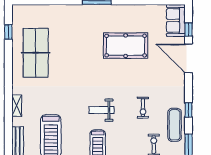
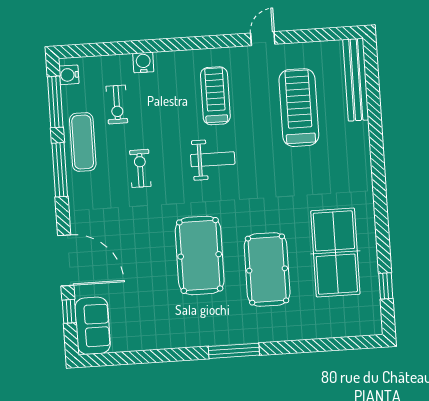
pool table: (75, 46) -> (267, 269), added
pool table: (126, 46) -> (200, 255), moved, turned 90
shelving: (17, 106) -> (363, 157), removed
window: (189, 110) -> (60, 170), width x2.17

